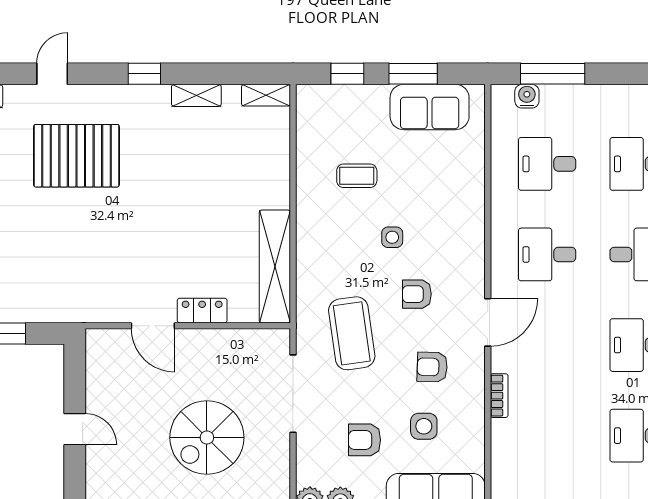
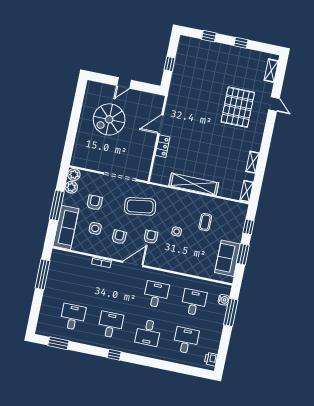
window: (144, 74) -> (266, 142), removed
shelving: (275, 267) -> (194, 184), moved
door: (488, 322) -> (133, 264), swing flipped
spiral stairs: (207, 438) -> (109, 119), moved, turned -90

